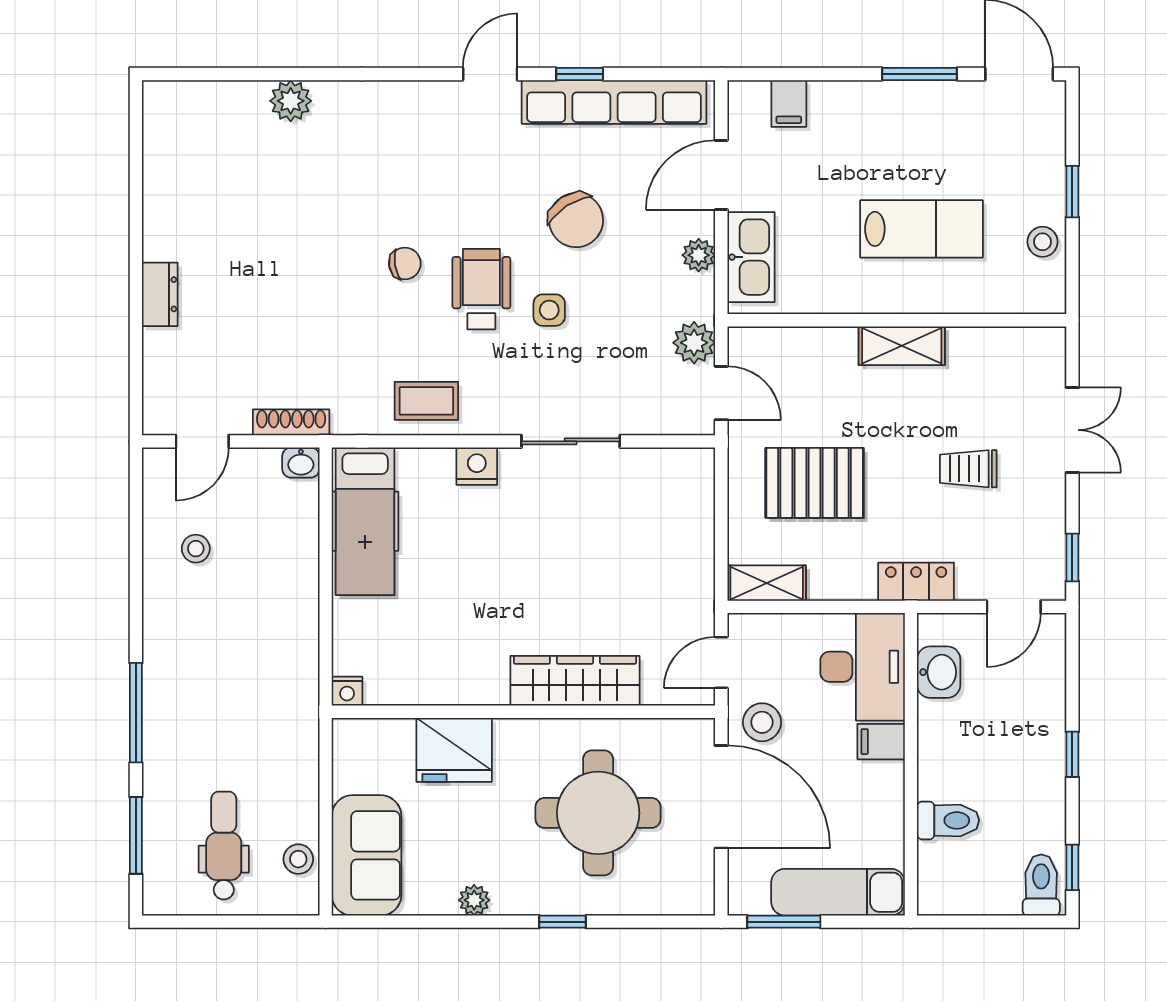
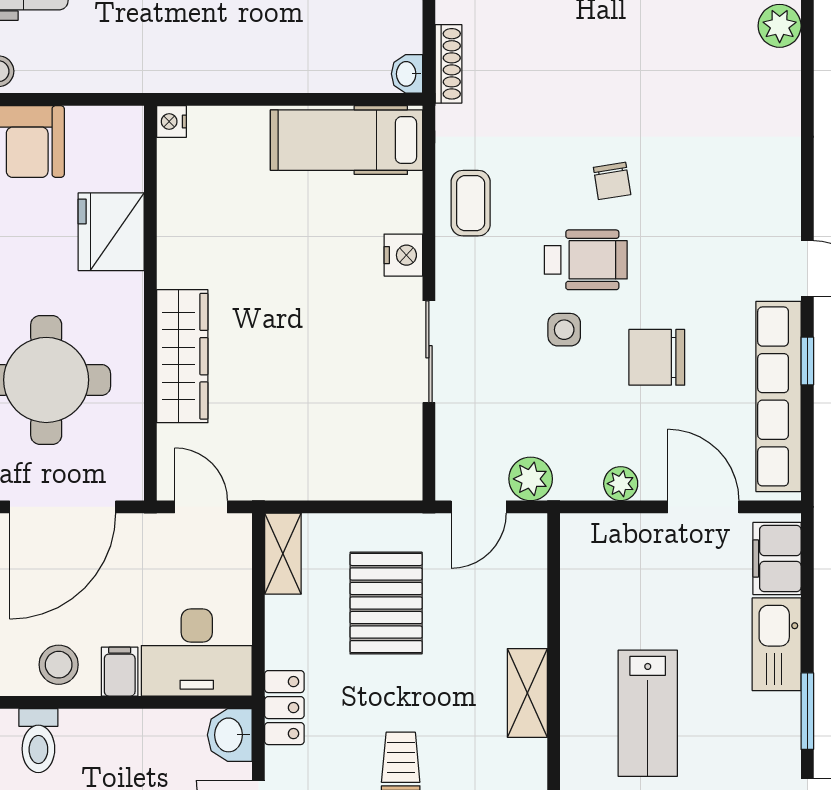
plant: (291, 101) -> (780, 26), moved
filing cabinet: (789, 103) -> (777, 558), width x2.00
chair: (576, 220) -> (657, 357), turned 33
kitchen sink: (751, 257) -> (777, 644), moved, turned 90
washbasin: (939, 672) -> (230, 735), moved, turned 90
stool: (762, 722) -> (59, 665), moved

